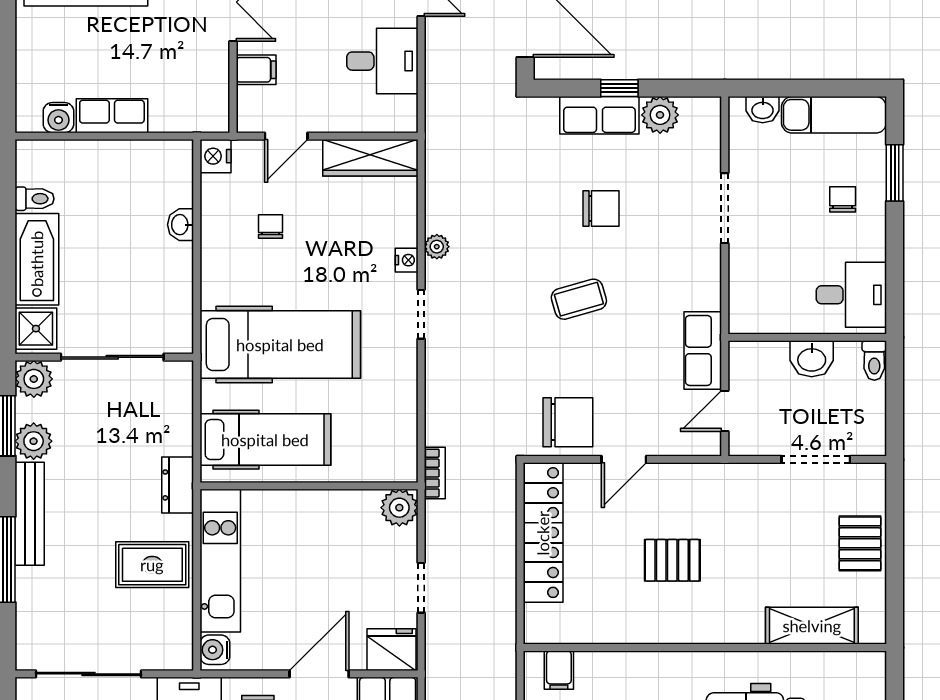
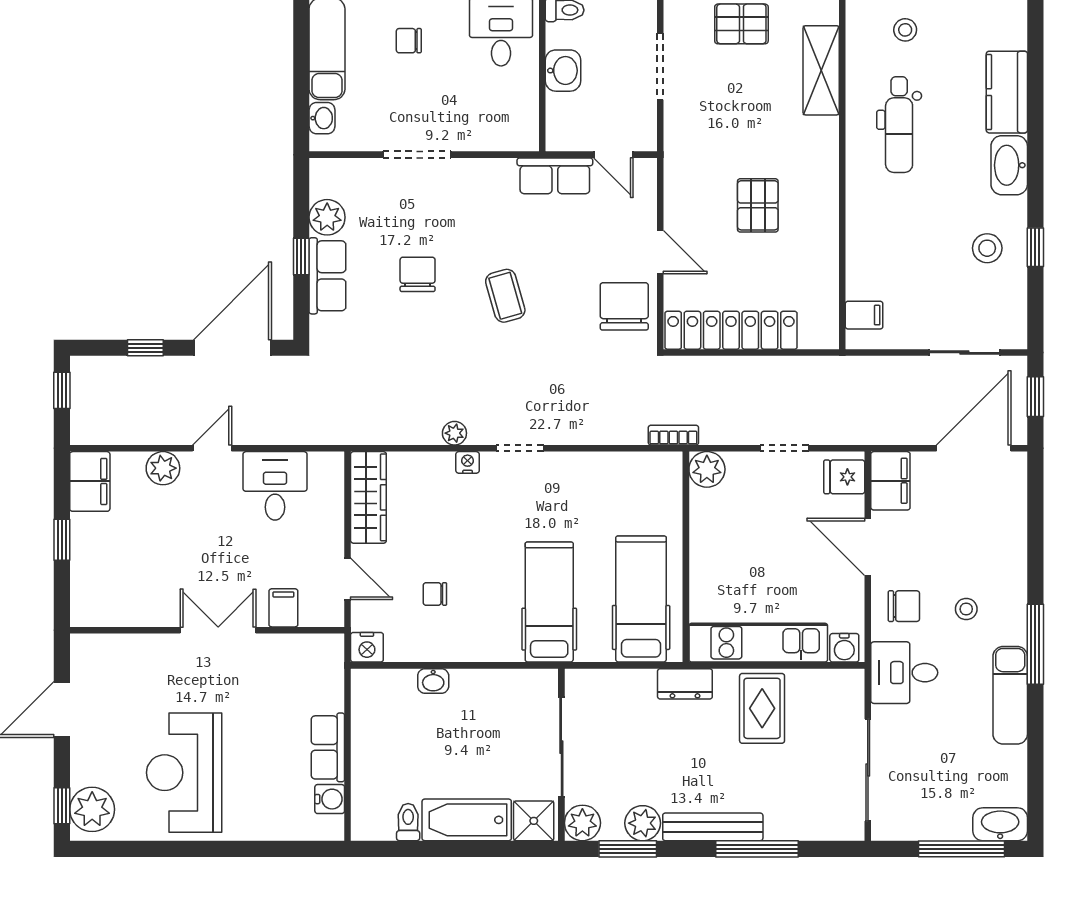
hospital bed: (280, 345) -> (549, 602), width x0.73, depth x0.78
fridge: (392, 650) -> (844, 477), width x0.72

